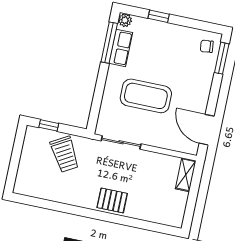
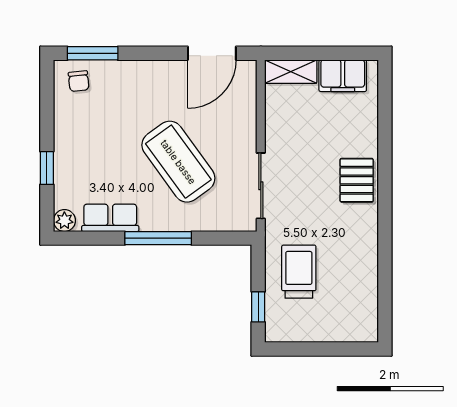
window: (109, 43) -> (158, 238), moved
coffee table: (146, 96) -> (178, 162), turned -36
trolley: (65, 154) -> (299, 272), turned -60
filing cabinet: (177, 205) -> (343, 76), added

